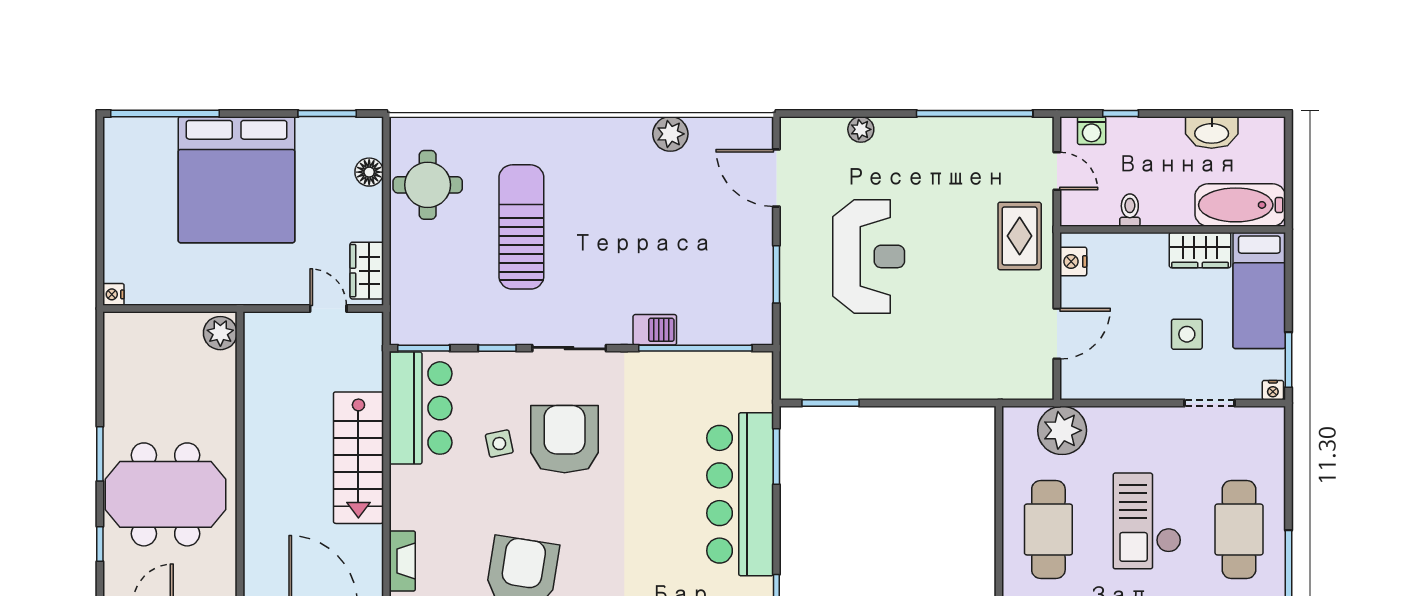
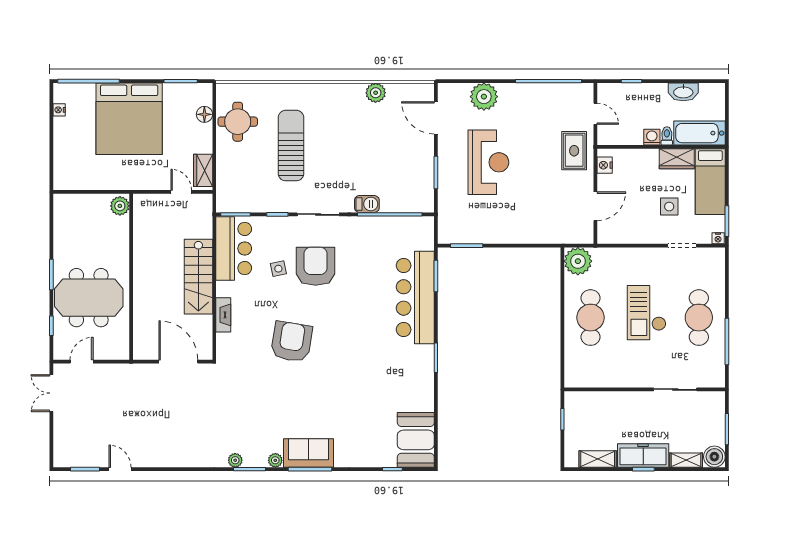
plant: (861, 129) -> (484, 97), width x1.88, depth x1.88
washing machine: (1092, 131) -> (652, 137), moved, turned 180
toilet: (1130, 210) -> (667, 136), moved
nightstand: (113, 294) -> (59, 110), moved
plant: (1062, 430) -> (578, 261), moved
fireplace: (402, 561) -> (223, 315), moved

